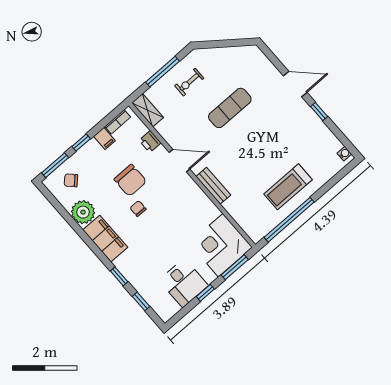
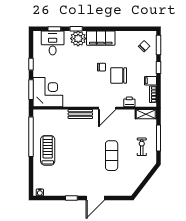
plant: (83, 212) -> (78, 39), moved
desk: (184, 283) -> (53, 43), moved, turned 90

